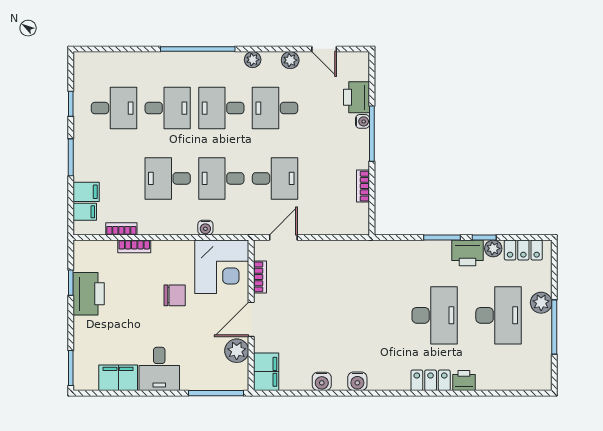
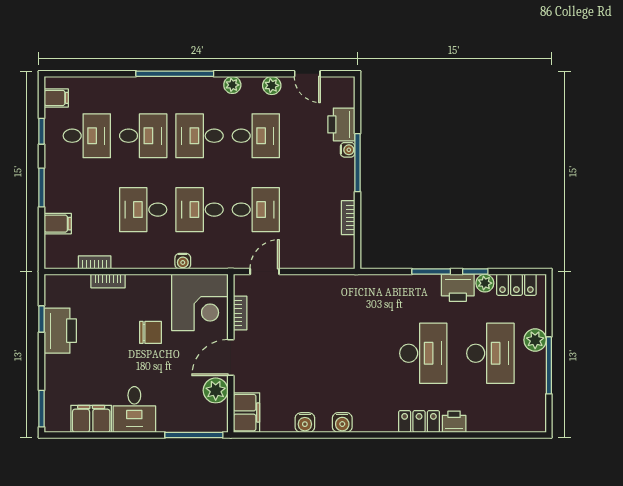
desk: (275, 108) -> (256, 136), turned 180
filing cabinet: (85, 212) -> (56, 98), moved

